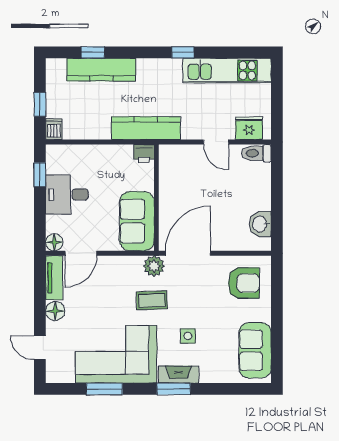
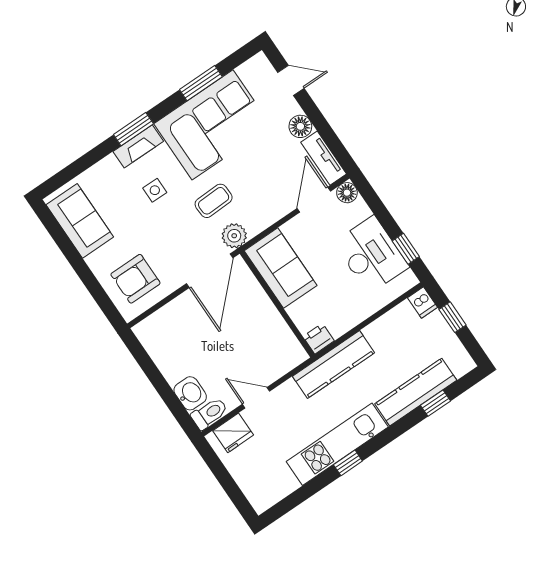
kitchen unit: (227, 70) -> (337, 444), moved
desk: (67, 194) -> (371, 255), width x1.37
washbasin: (260, 224) -> (190, 393), moved

